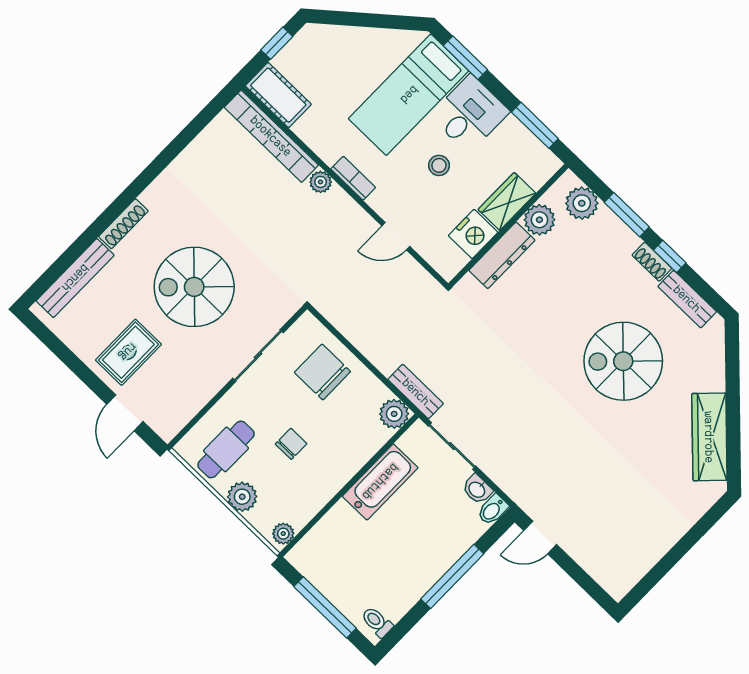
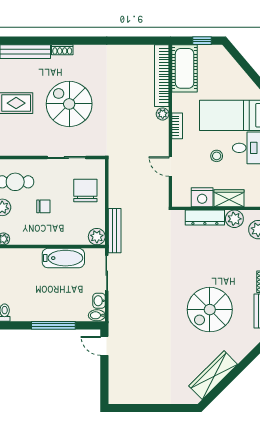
cot: (278, 95) -> (185, 68), width x1.37, depth x1.34
shoe rack: (123, 224) -> (62, 50), width x0.70
spiral stairs: (623, 361) -> (210, 310), turned -90
bench: (416, 392) -> (115, 231), width x1.36

